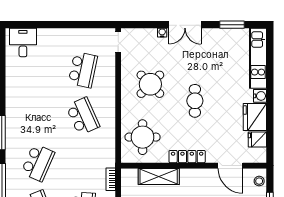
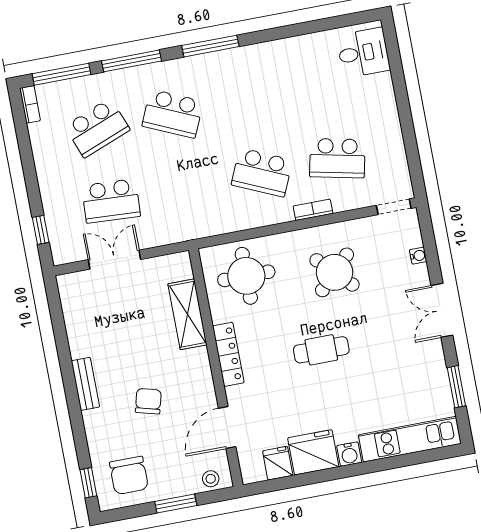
water cooler: (162, 33) -> (418, 256), moved
school desk: (83, 116) -> (262, 172), turned 48
bookcase: (111, 179) -> (313, 210), moved

